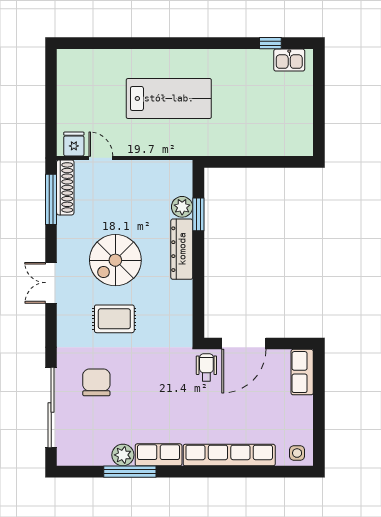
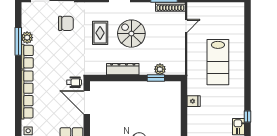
fridge: (74, 144) -> (194, 101), moved
dresser: (182, 249) -> (123, 69), moved

